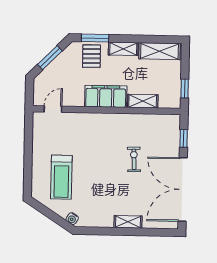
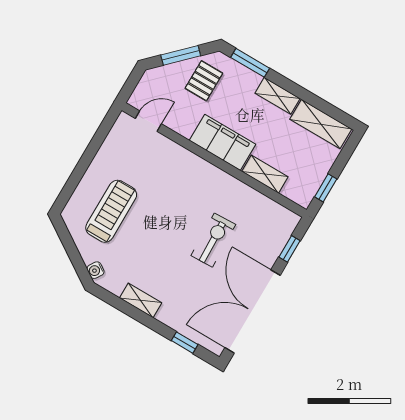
pallet: (91, 56) -> (204, 81), moved
exercise bike: (134, 159) -> (213, 240), width x1.38, depth x1.39
treadmill: (61, 177) -> (111, 211), turned 180
shelving: (128, 222) -> (141, 300), moved
window: (152, 232) -> (185, 343), added

